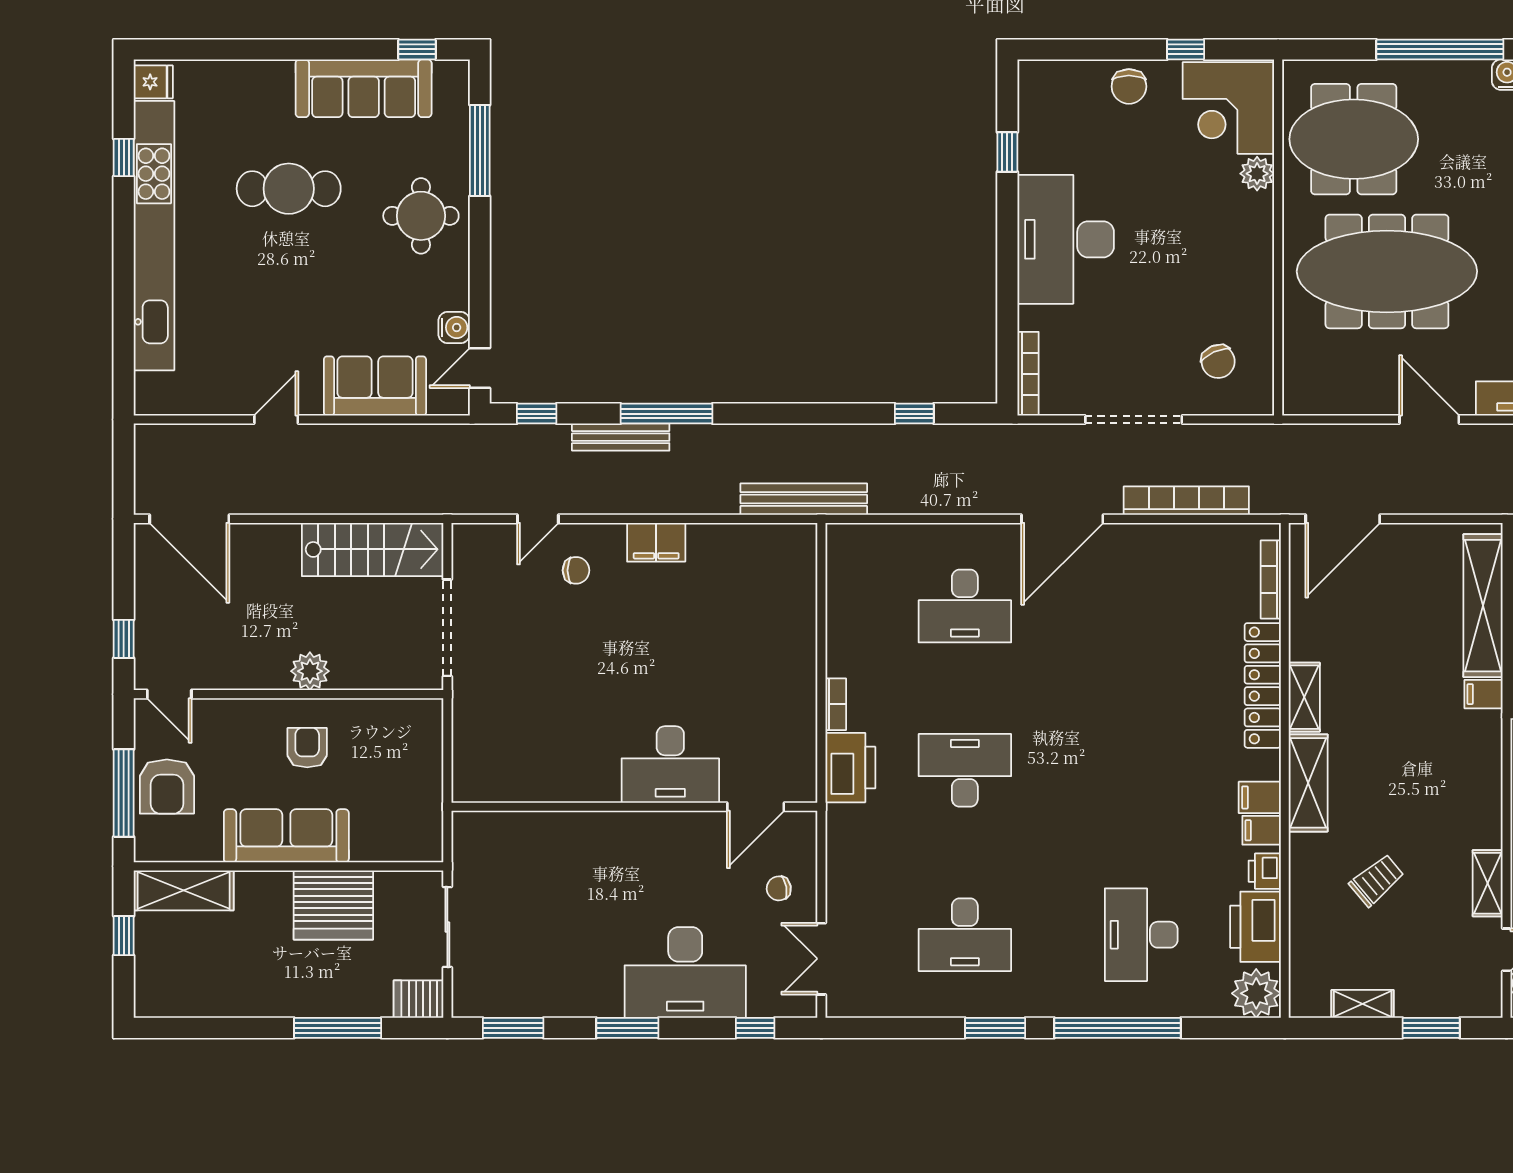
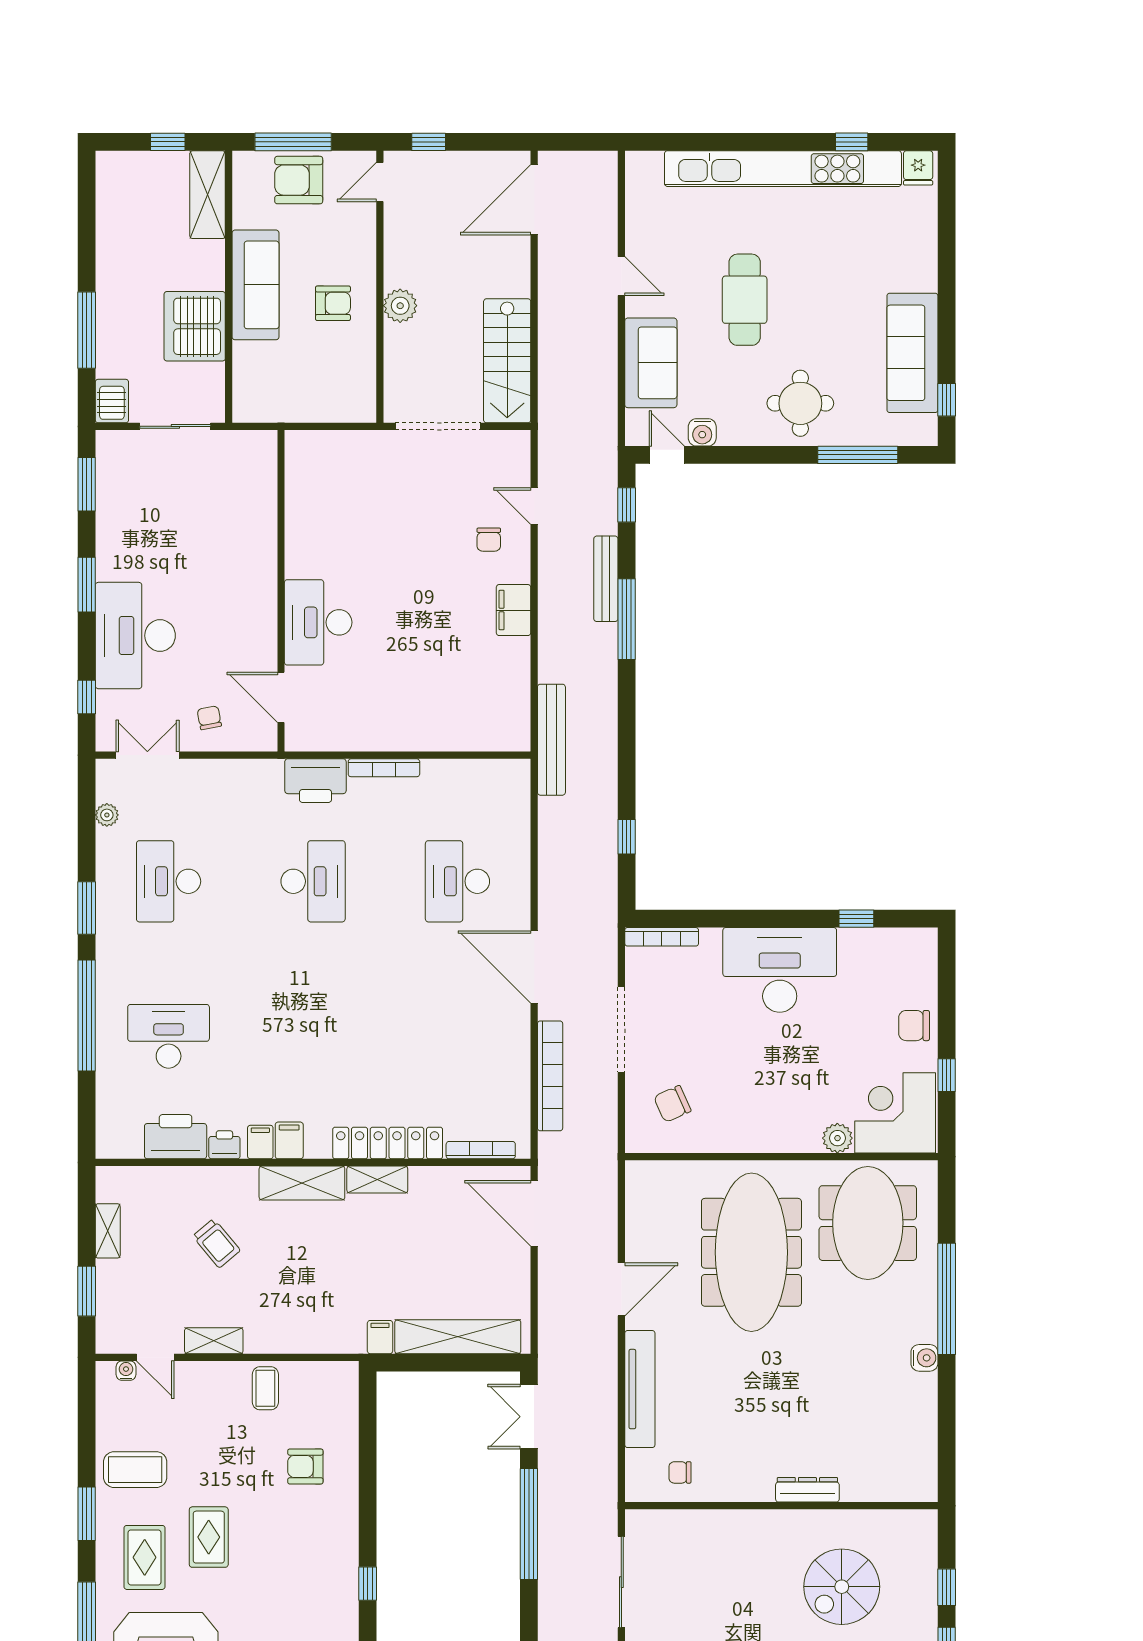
cafe table: (289, 189) -> (745, 300), moved
bookcase: (836, 704) -> (384, 768), width x1.56
plant: (1256, 993) -> (107, 815), moved, width x0.53, depth x0.53

